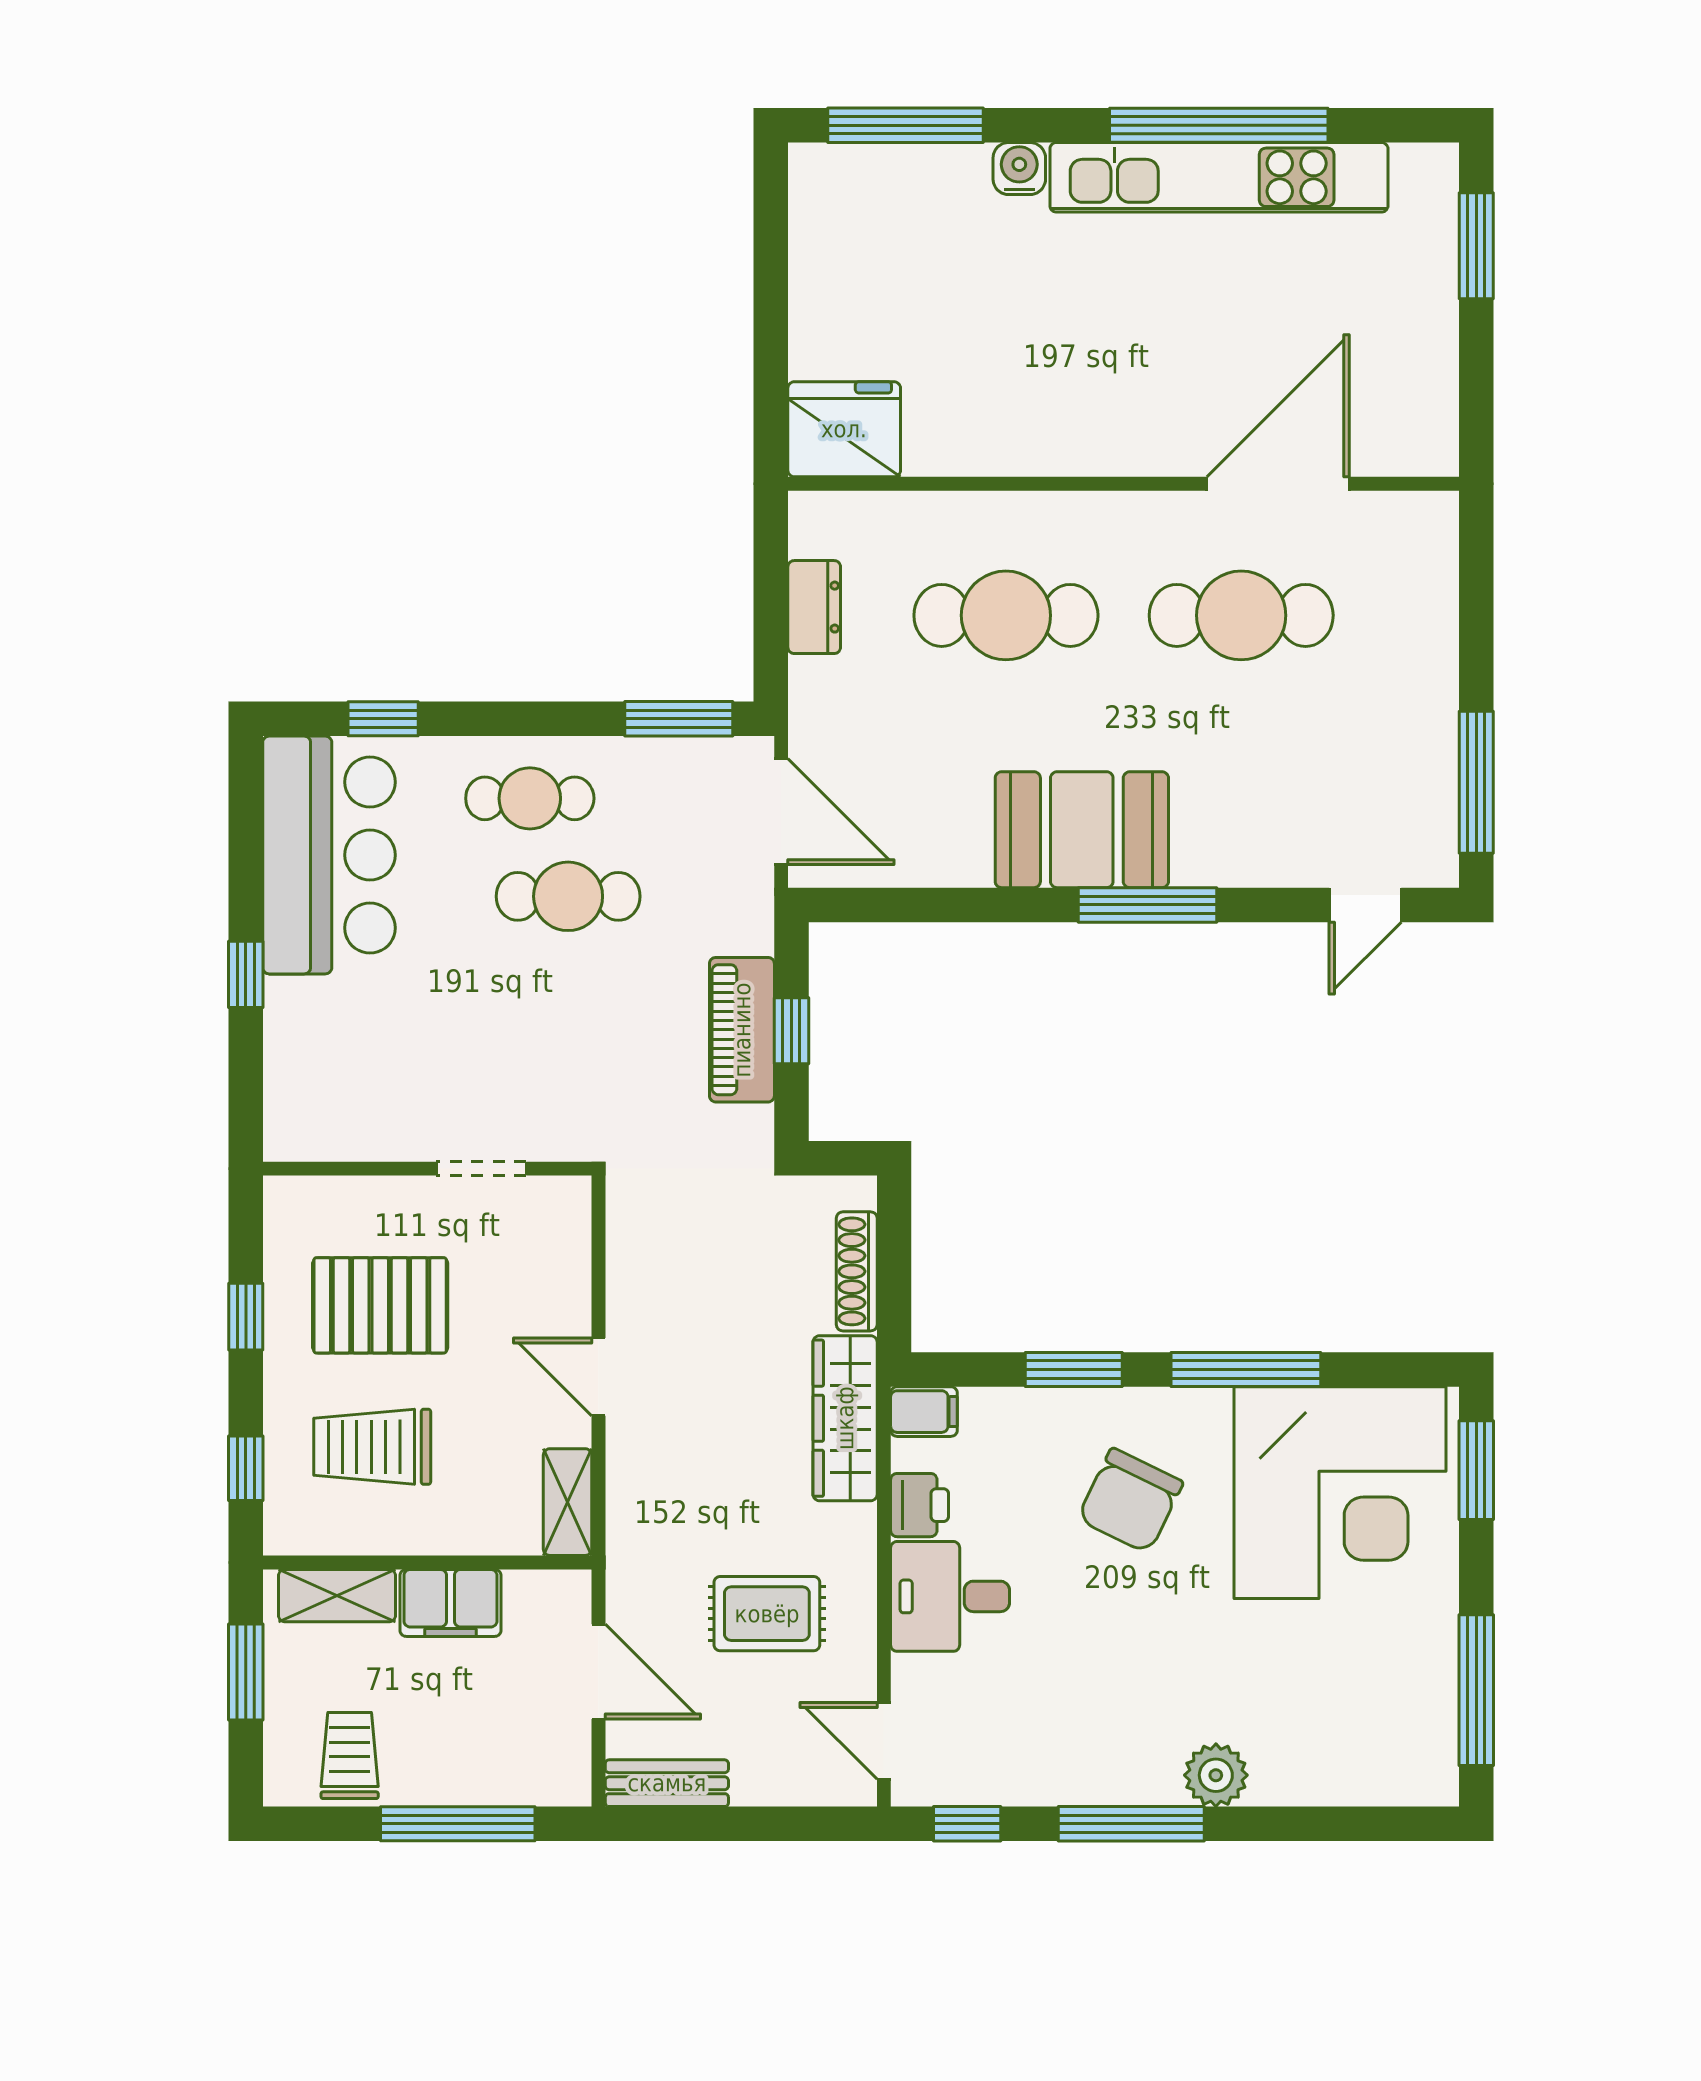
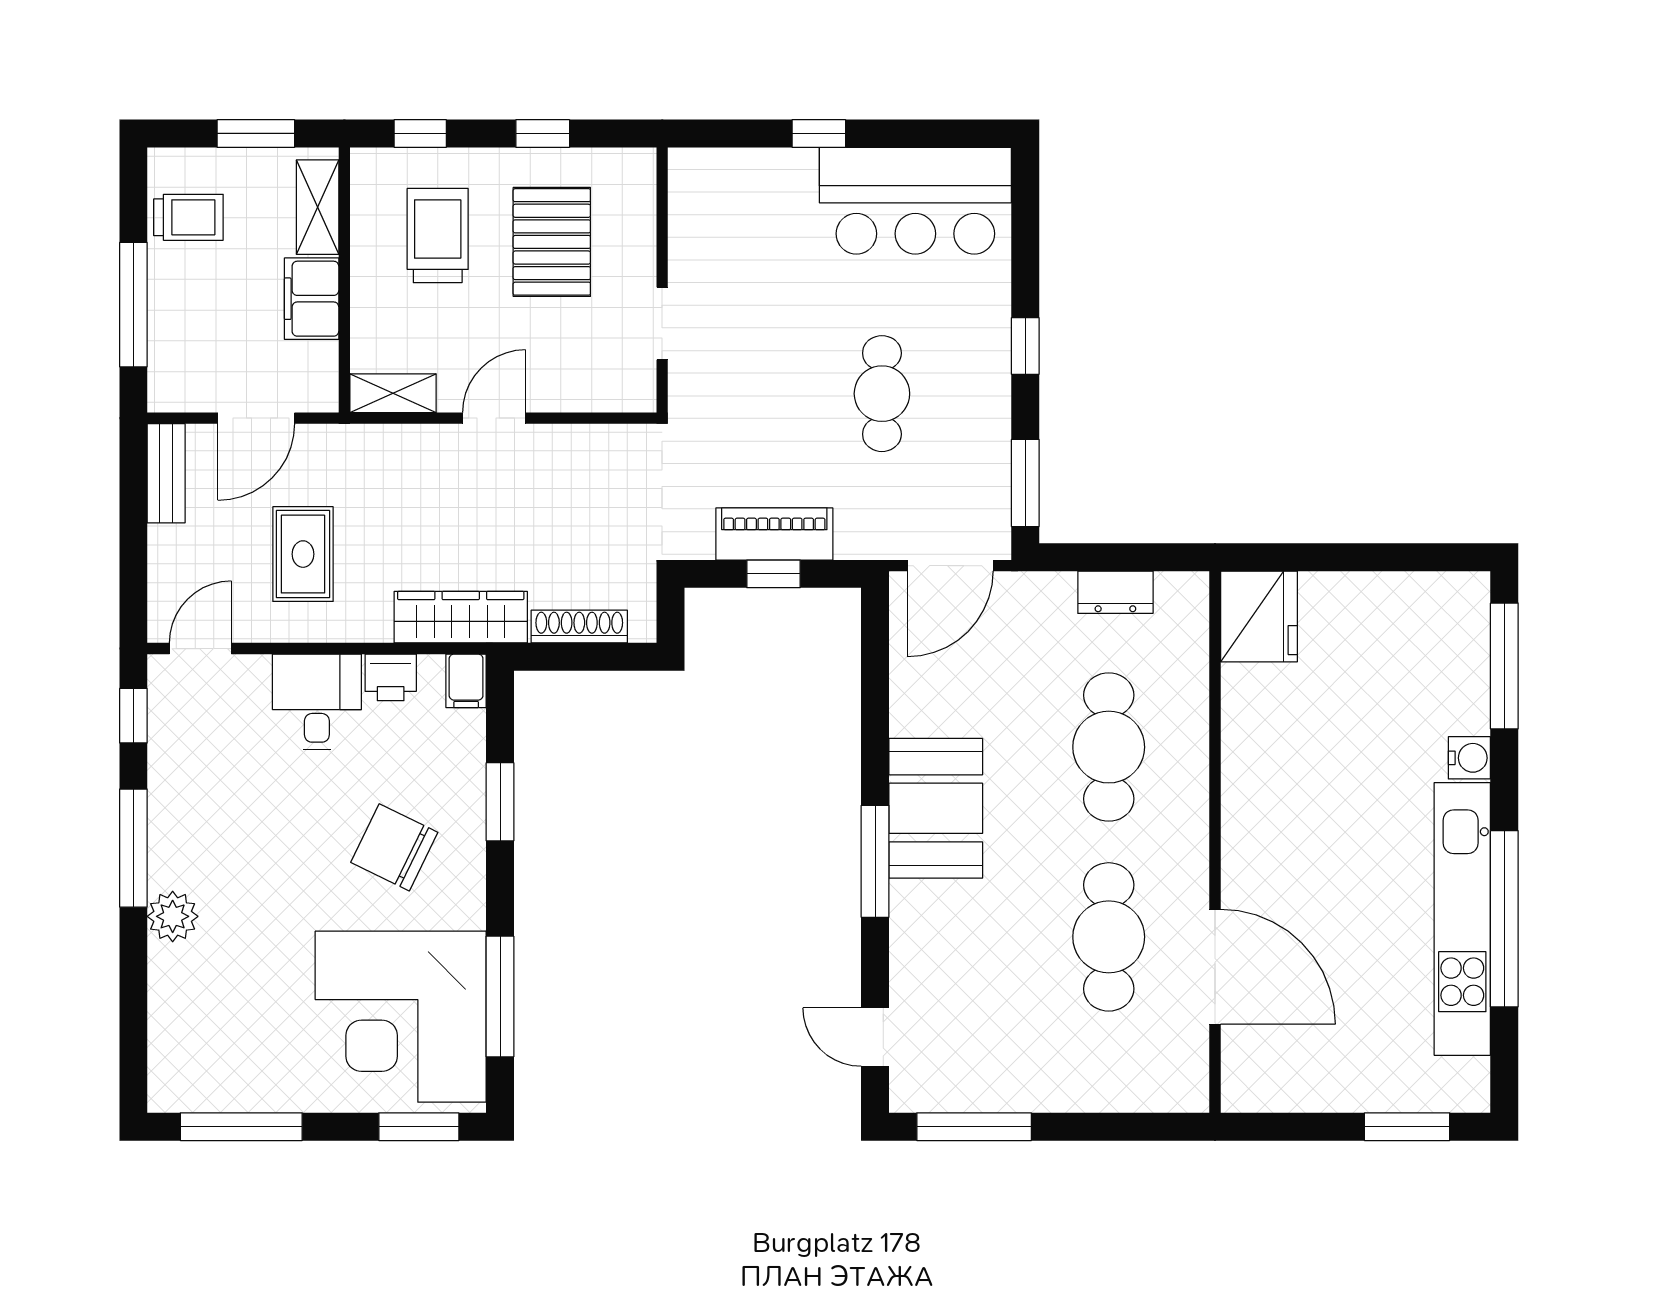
window: (383, 719) -> (1025, 346), moved
cafe table: (530, 798) -> (961, 363), removed
window: (1246, 1370) -> (500, 996), moved

